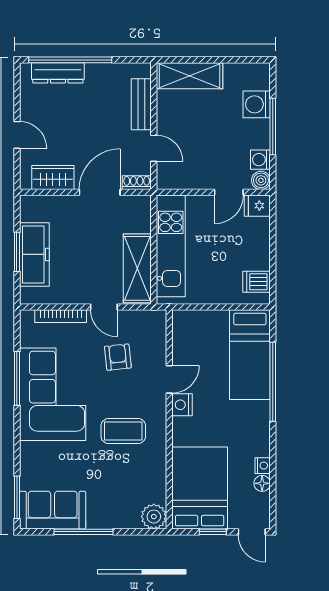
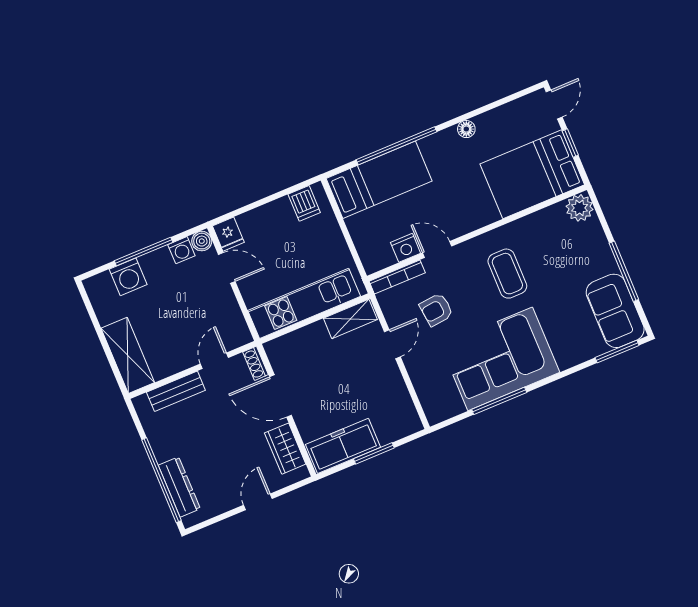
freezer: (34, 254) -> (343, 446), moved
shelving: (137, 268) -> (350, 319), width x0.67, depth x0.75
bookcase: (61, 316) -> (397, 277), moved, turned 90
nightstand: (182, 405) -> (406, 248), moved
nightstand: (263, 466) -> (484, 121), removed
floor lamp: (262, 483) -> (466, 129), moved

